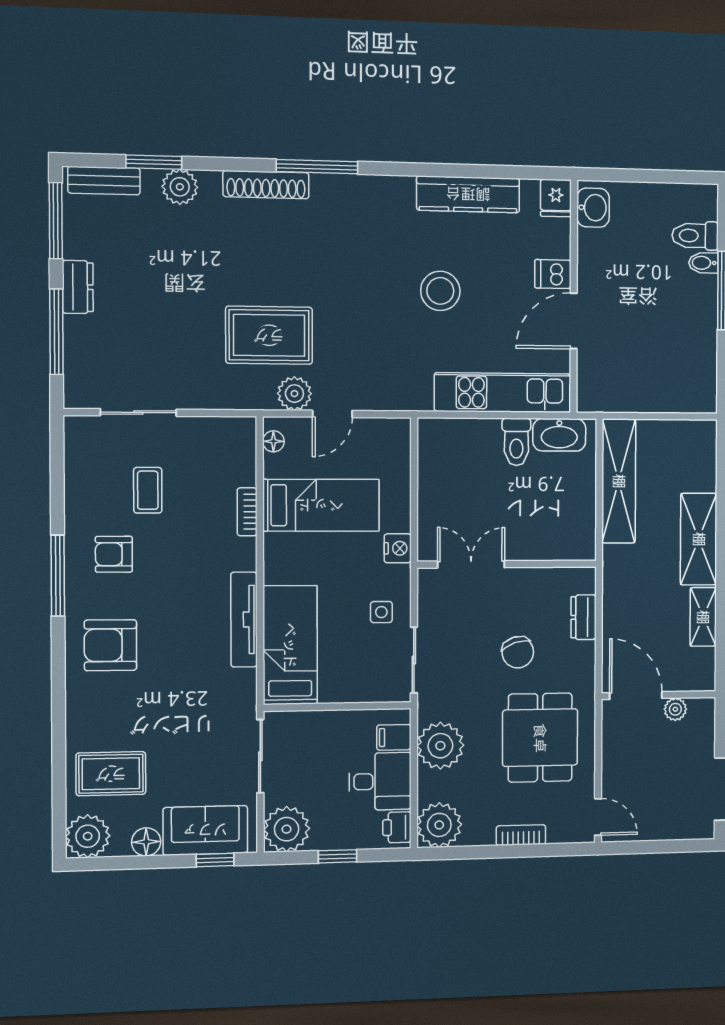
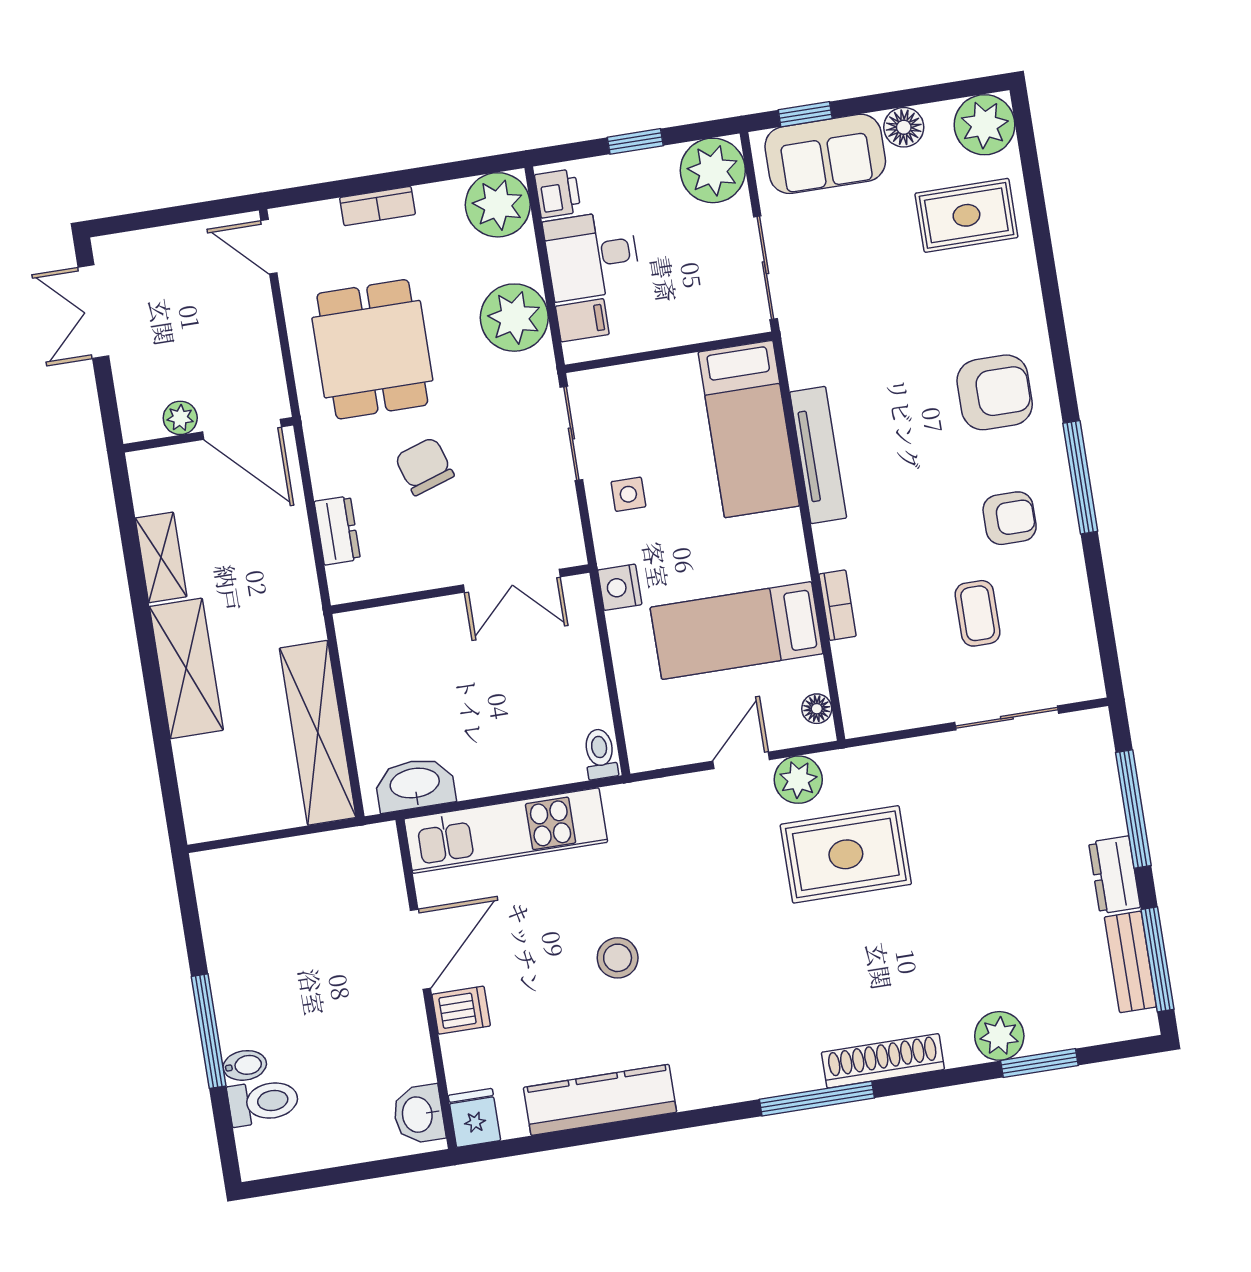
bench: (104, 181) -> (1130, 962), moved, turned 90
stool: (440, 291) -> (618, 958), width x0.73, depth x0.73
toilet: (516, 442) -> (600, 754), moved, width x0.73, depth x0.72

